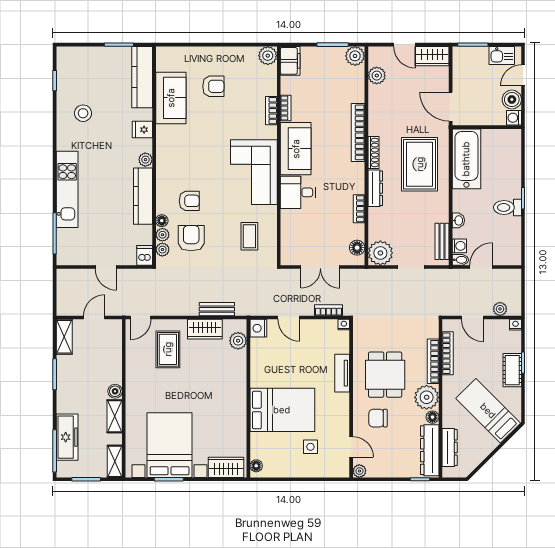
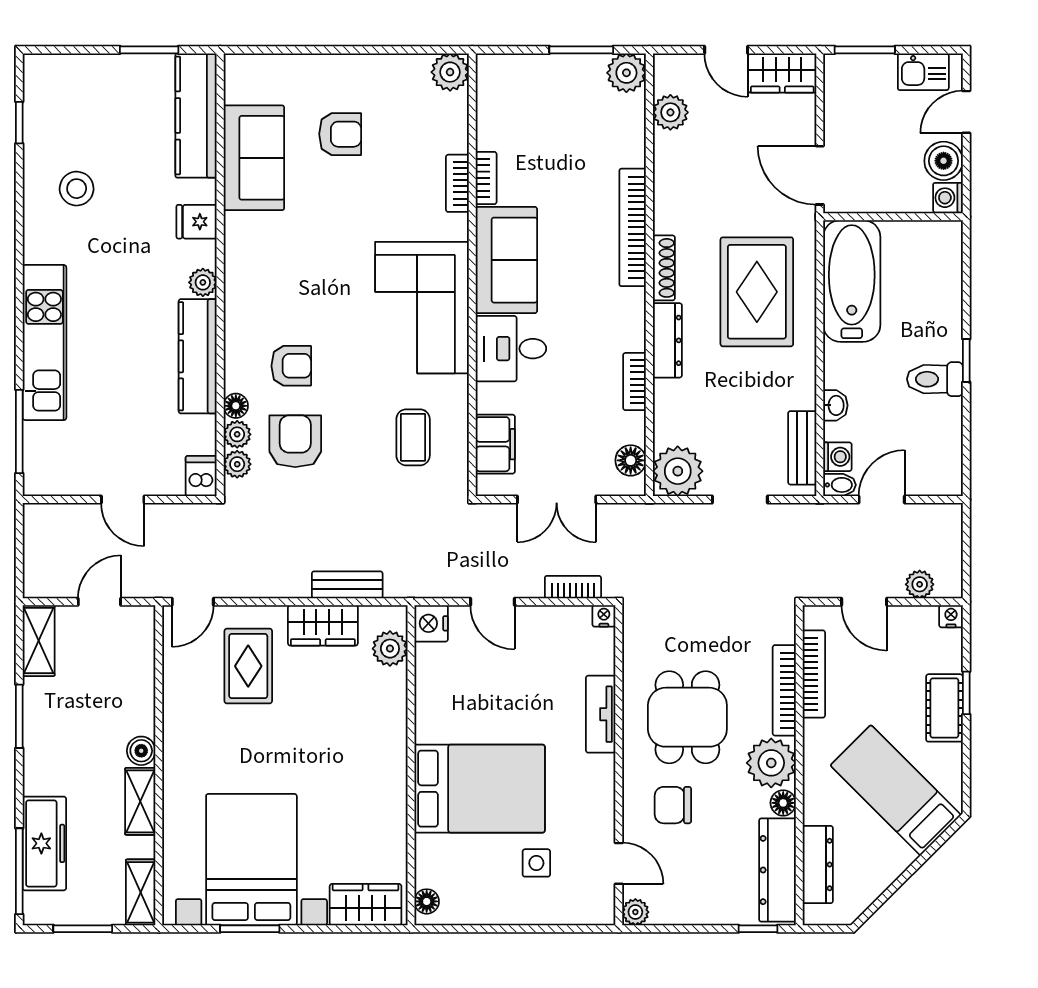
filing cabinet: (290, 61) -> (495, 444), moved

